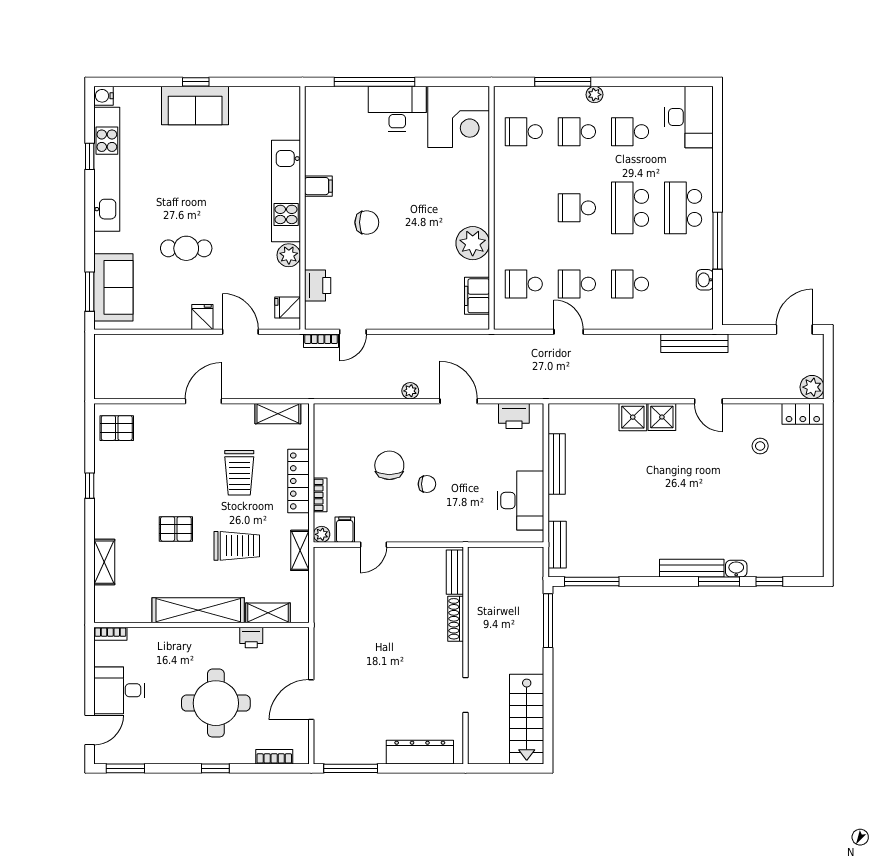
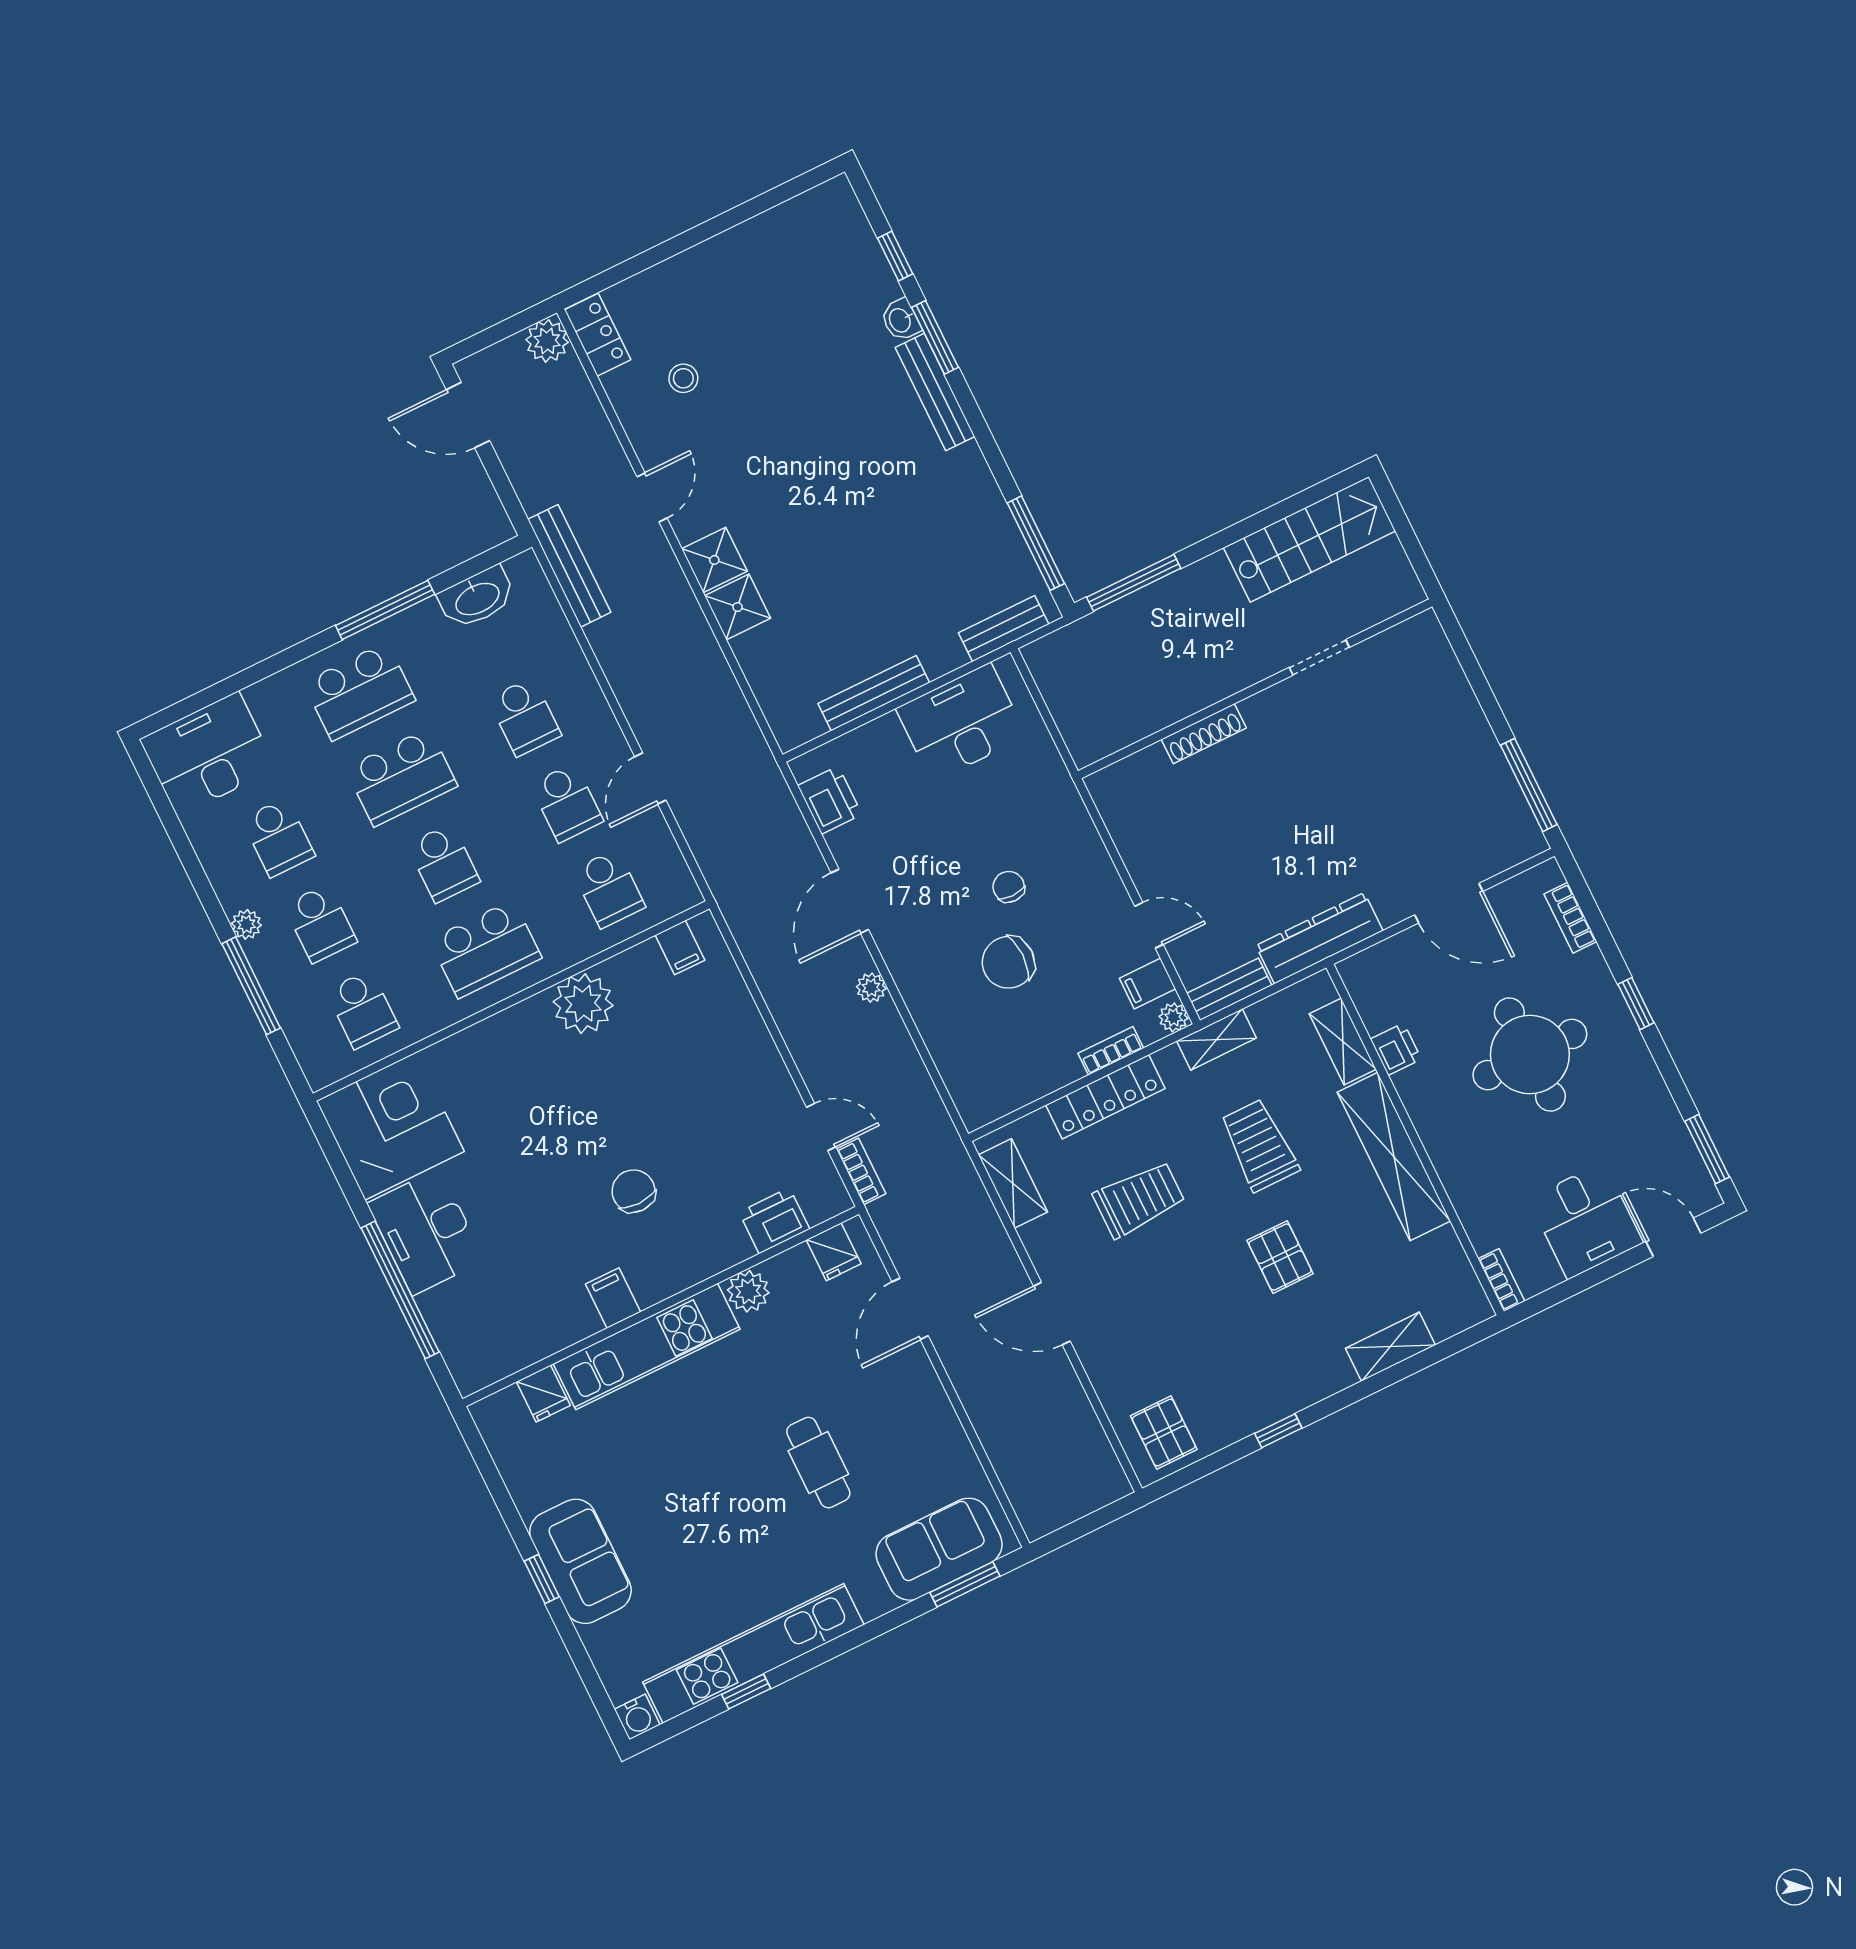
school desk: (524, 208) -> (486, 949), added
washbasin: (705, 280) -> (477, 598), width x1.91, depth x1.45
filing cabinet: (477, 296) -> (680, 948), width x0.50
fridge: (202, 317) -> (543, 1394), moved, turned -90
bench: (455, 572) -> (1229, 989), moved
dresser: (420, 752) -> (1319, 938), moved, turned 90

